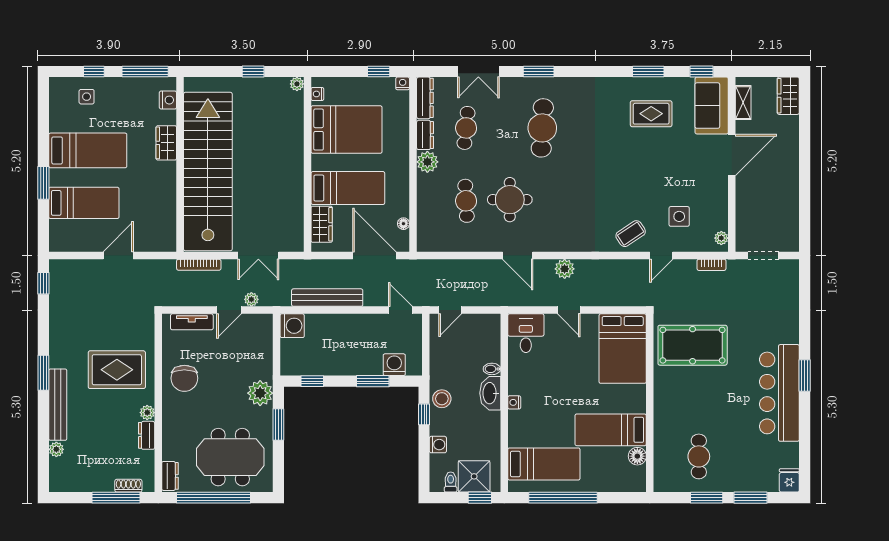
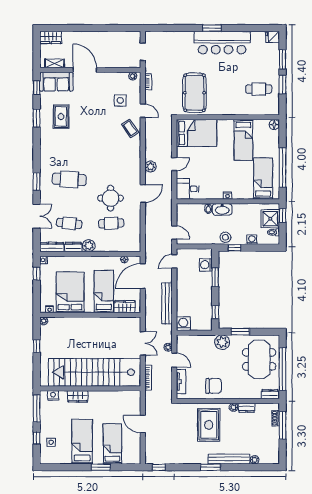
floor lamp: (637, 456) -> (274, 125), moved

